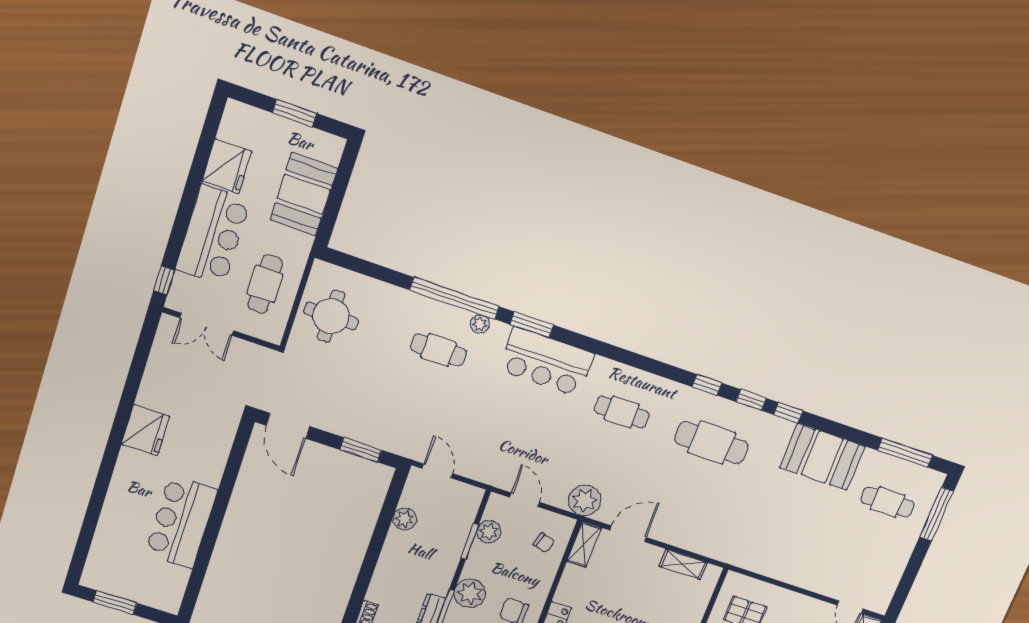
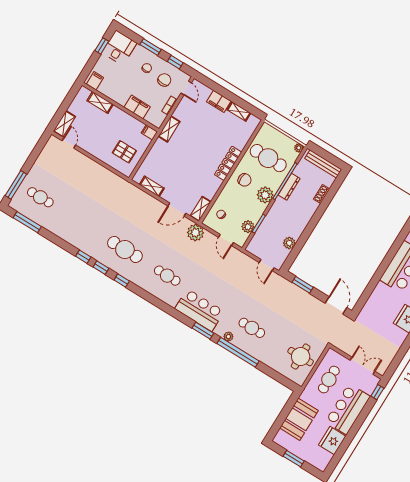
booth: (822, 457) -> (70, 229), removed

